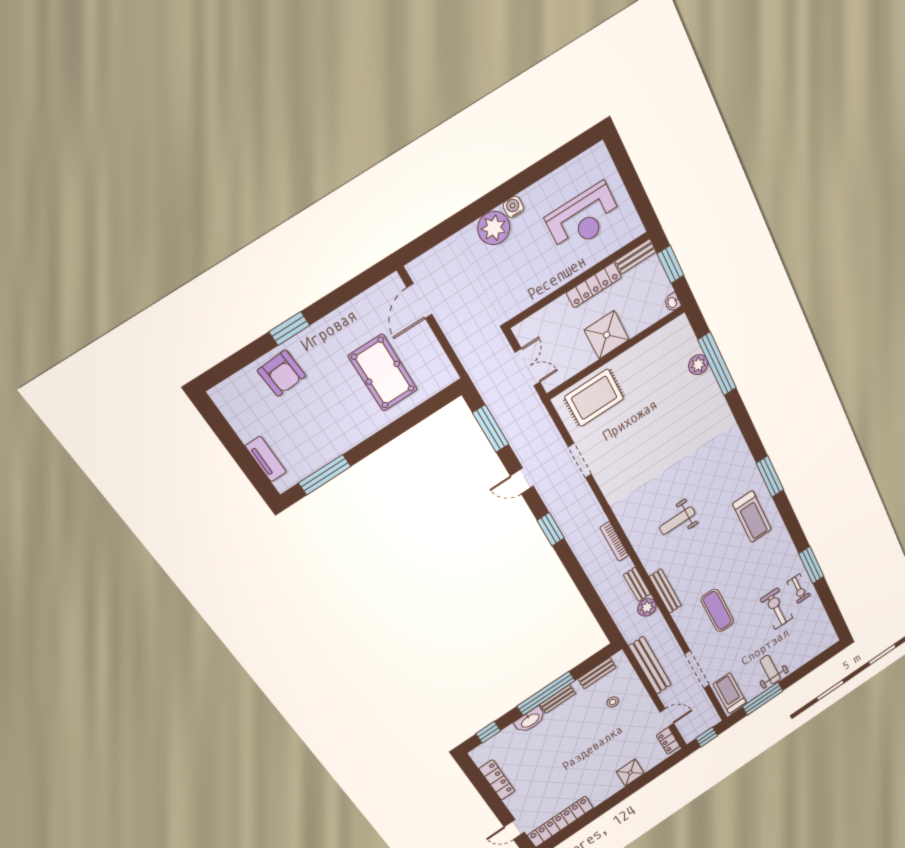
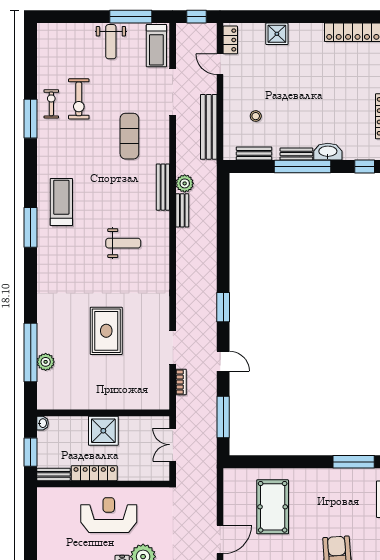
reception desk: (584, 218) -> (109, 515), moved
rug: (594, 398) -> (106, 331), moved, turned 90
bookcase: (614, 541) -> (181, 382), moved, width x0.64

